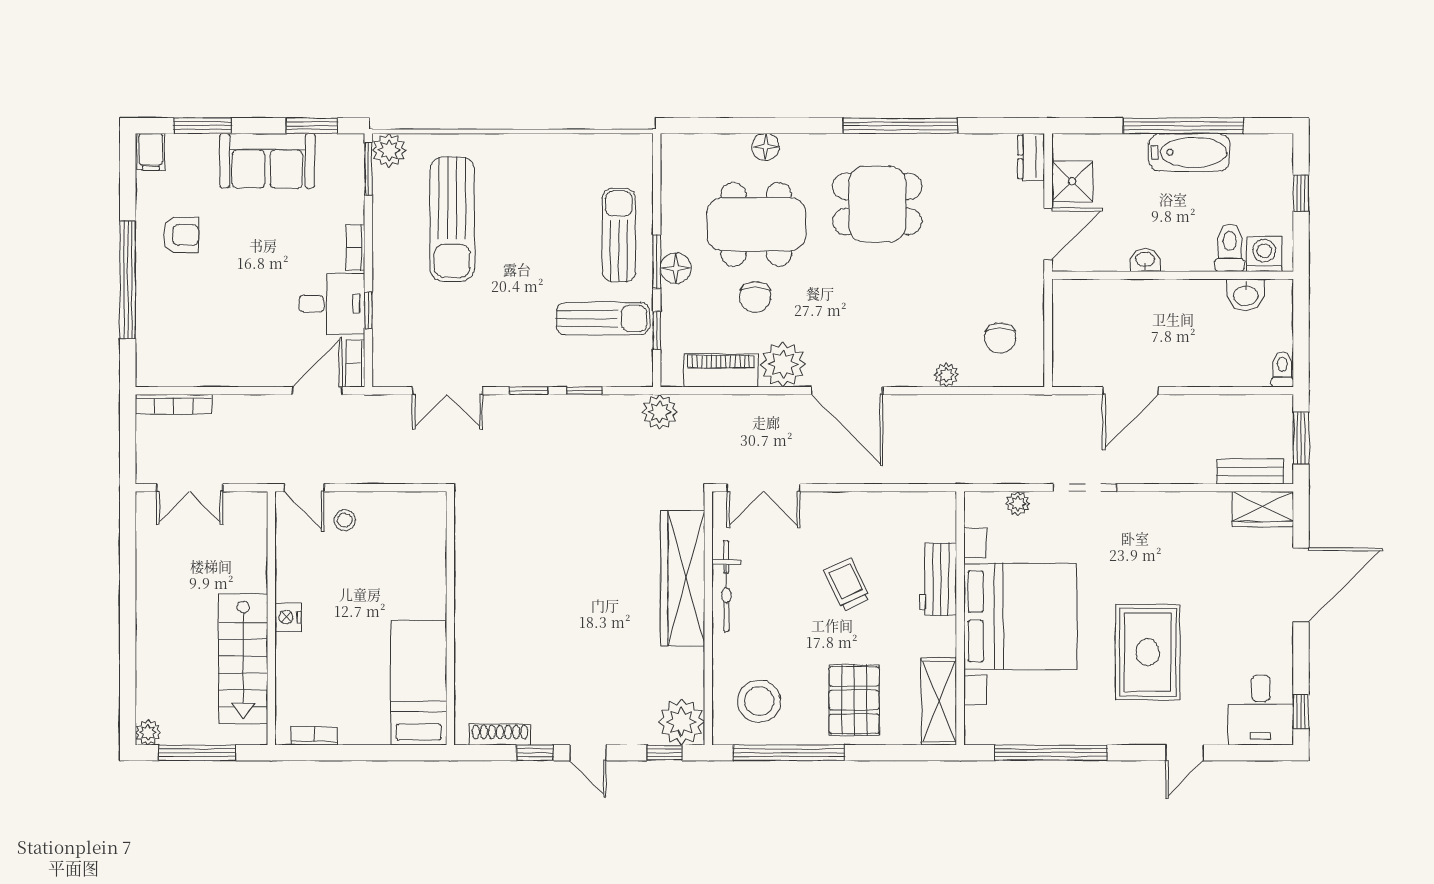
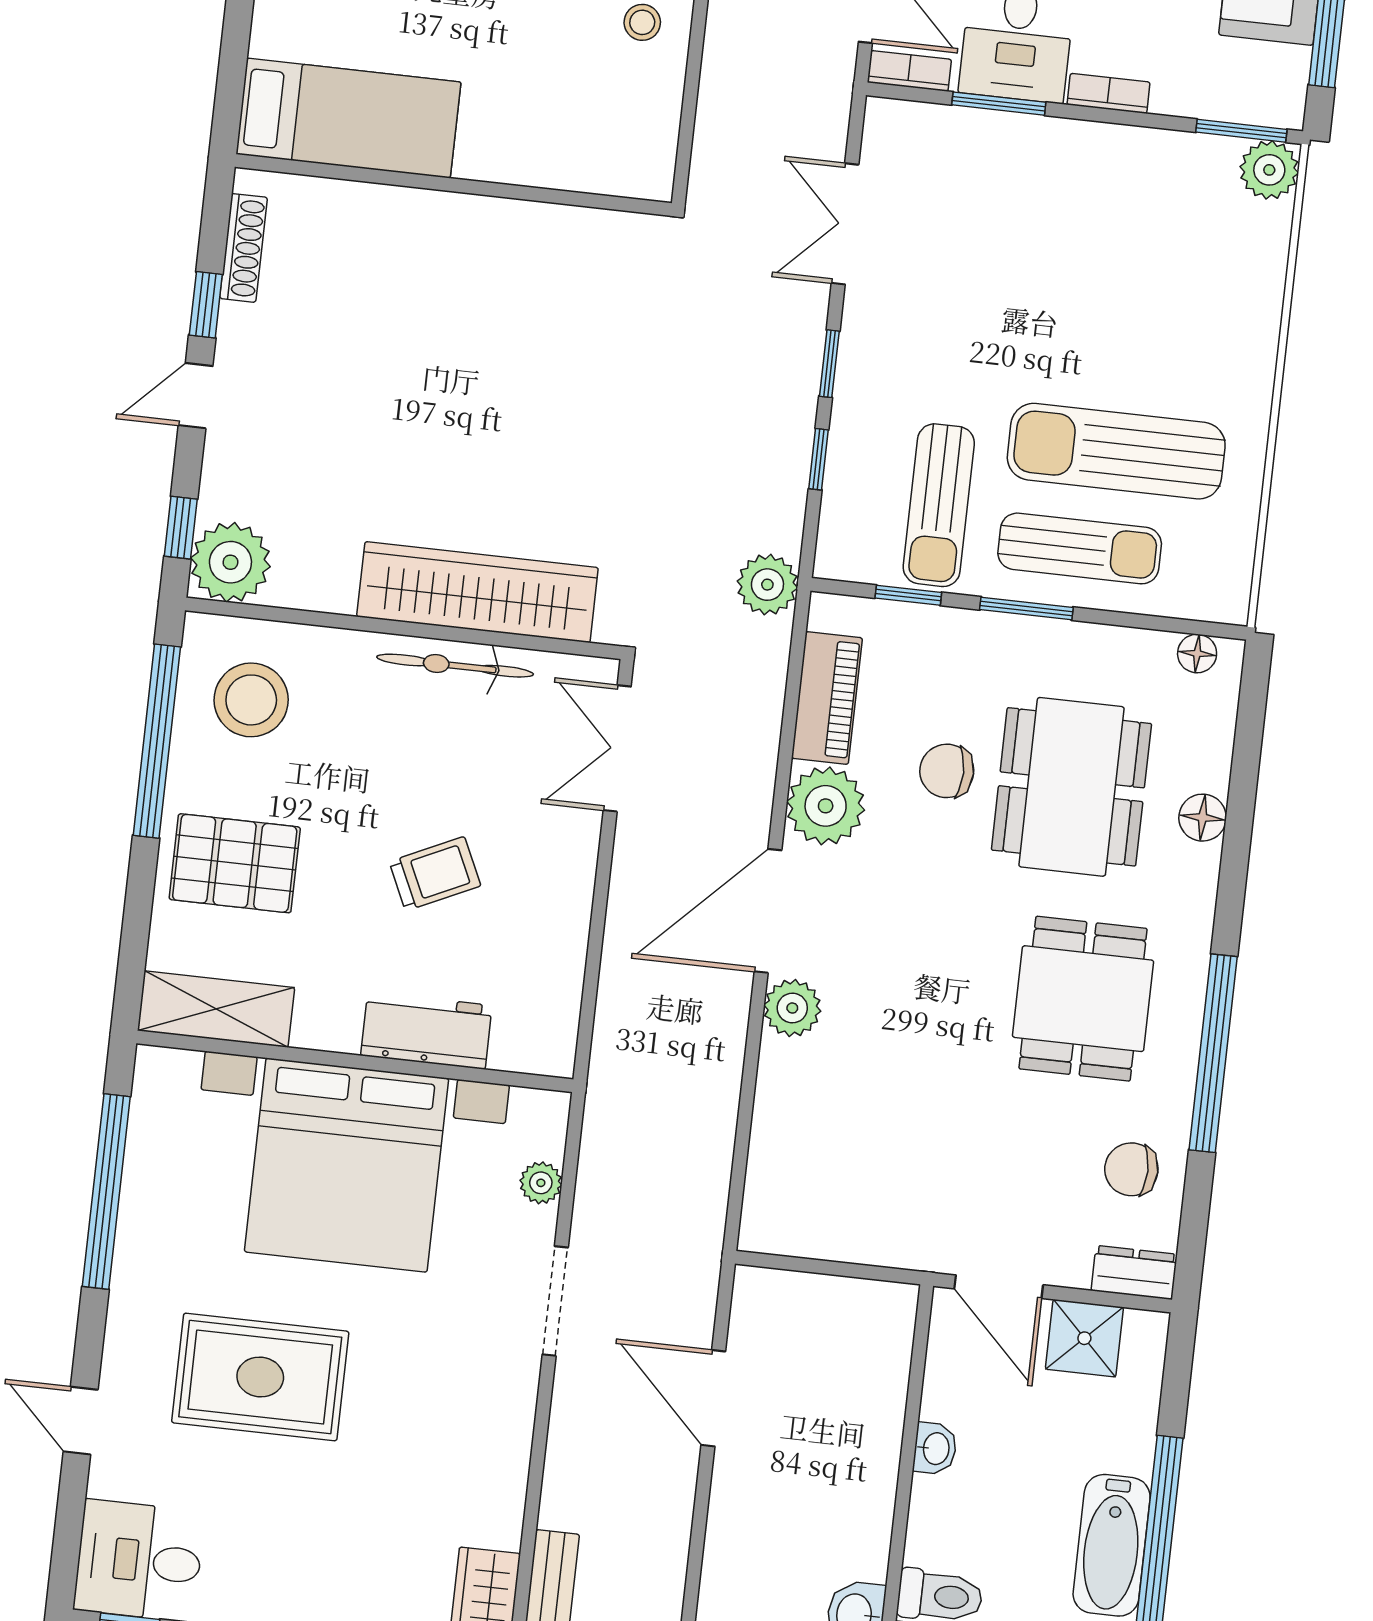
sun lounger: (452, 219) -> (1116, 451), moved
floor lamp: (676, 268) -> (1197, 653), moved, width x0.73, depth x0.73
window: (368, 310) -> (999, 104), width x1.50
chair: (1000, 338) -> (1131, 1169), moved
plant: (946, 375) -> (792, 1008), moved, width x1.38, depth x1.38

